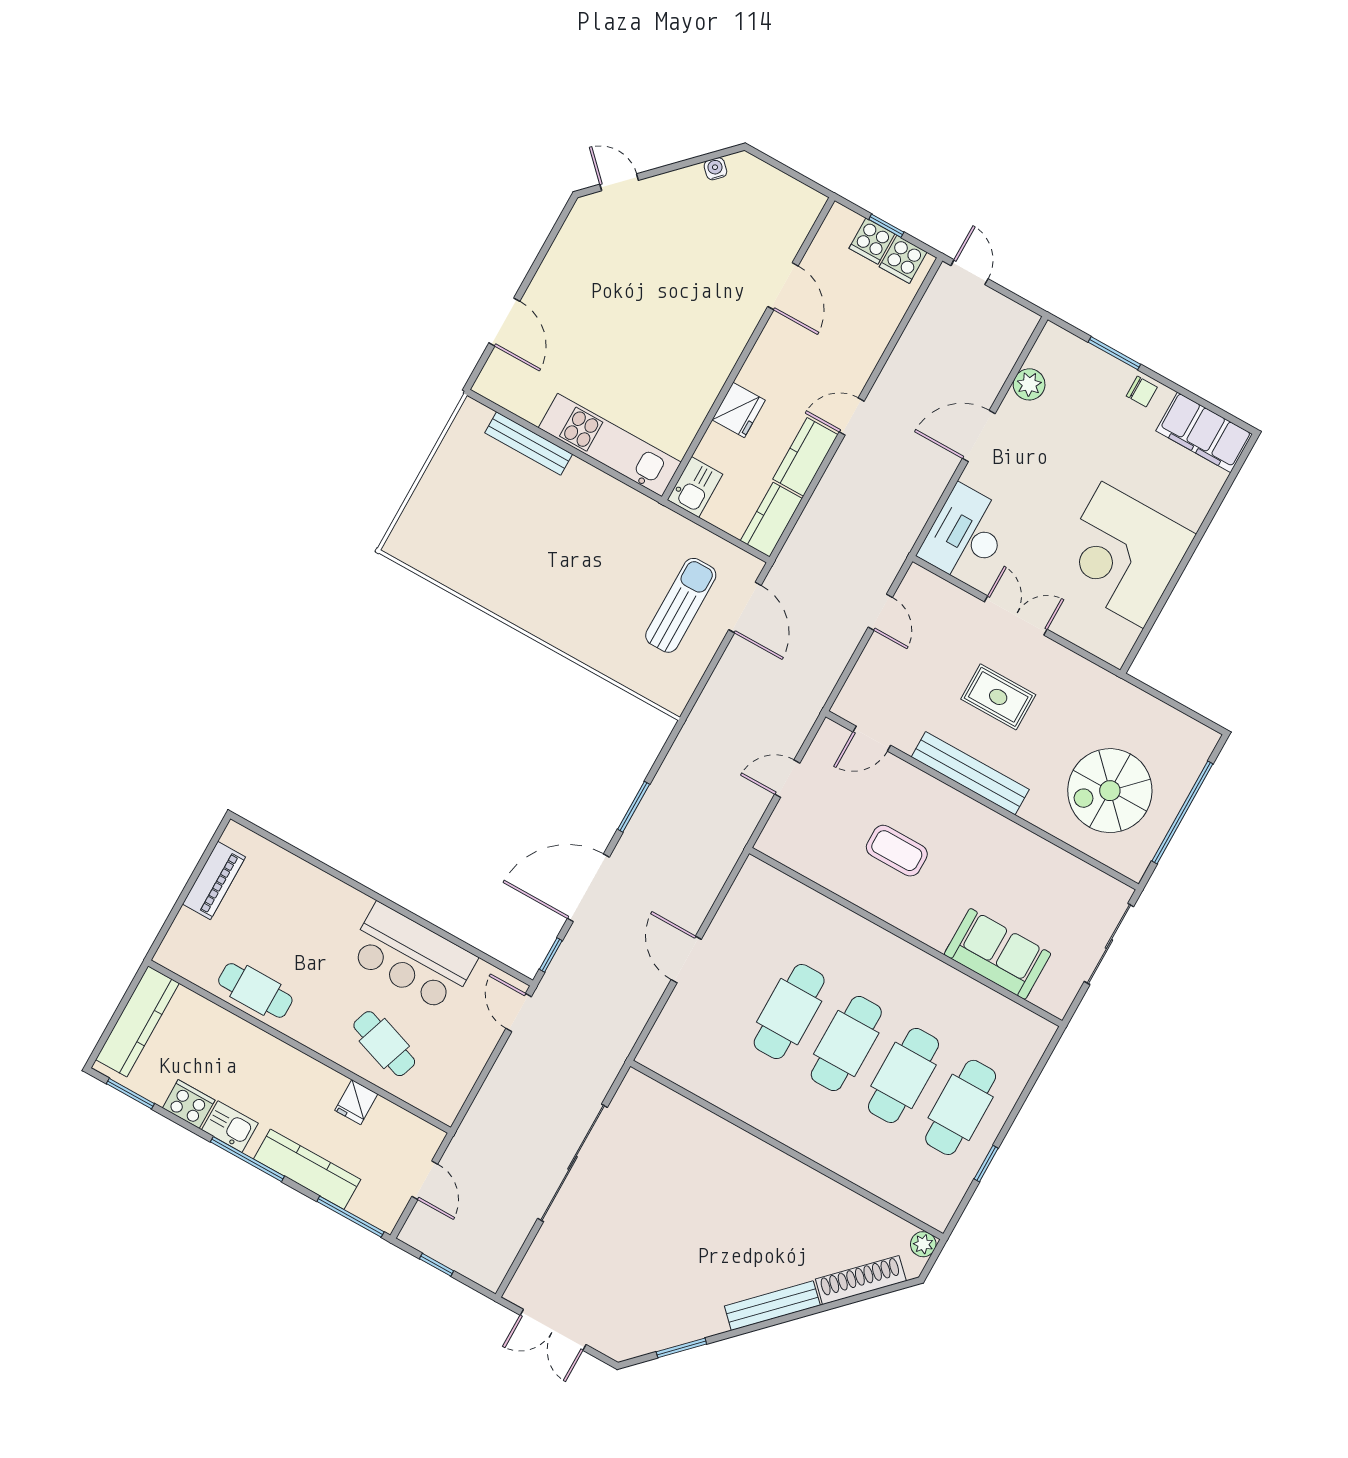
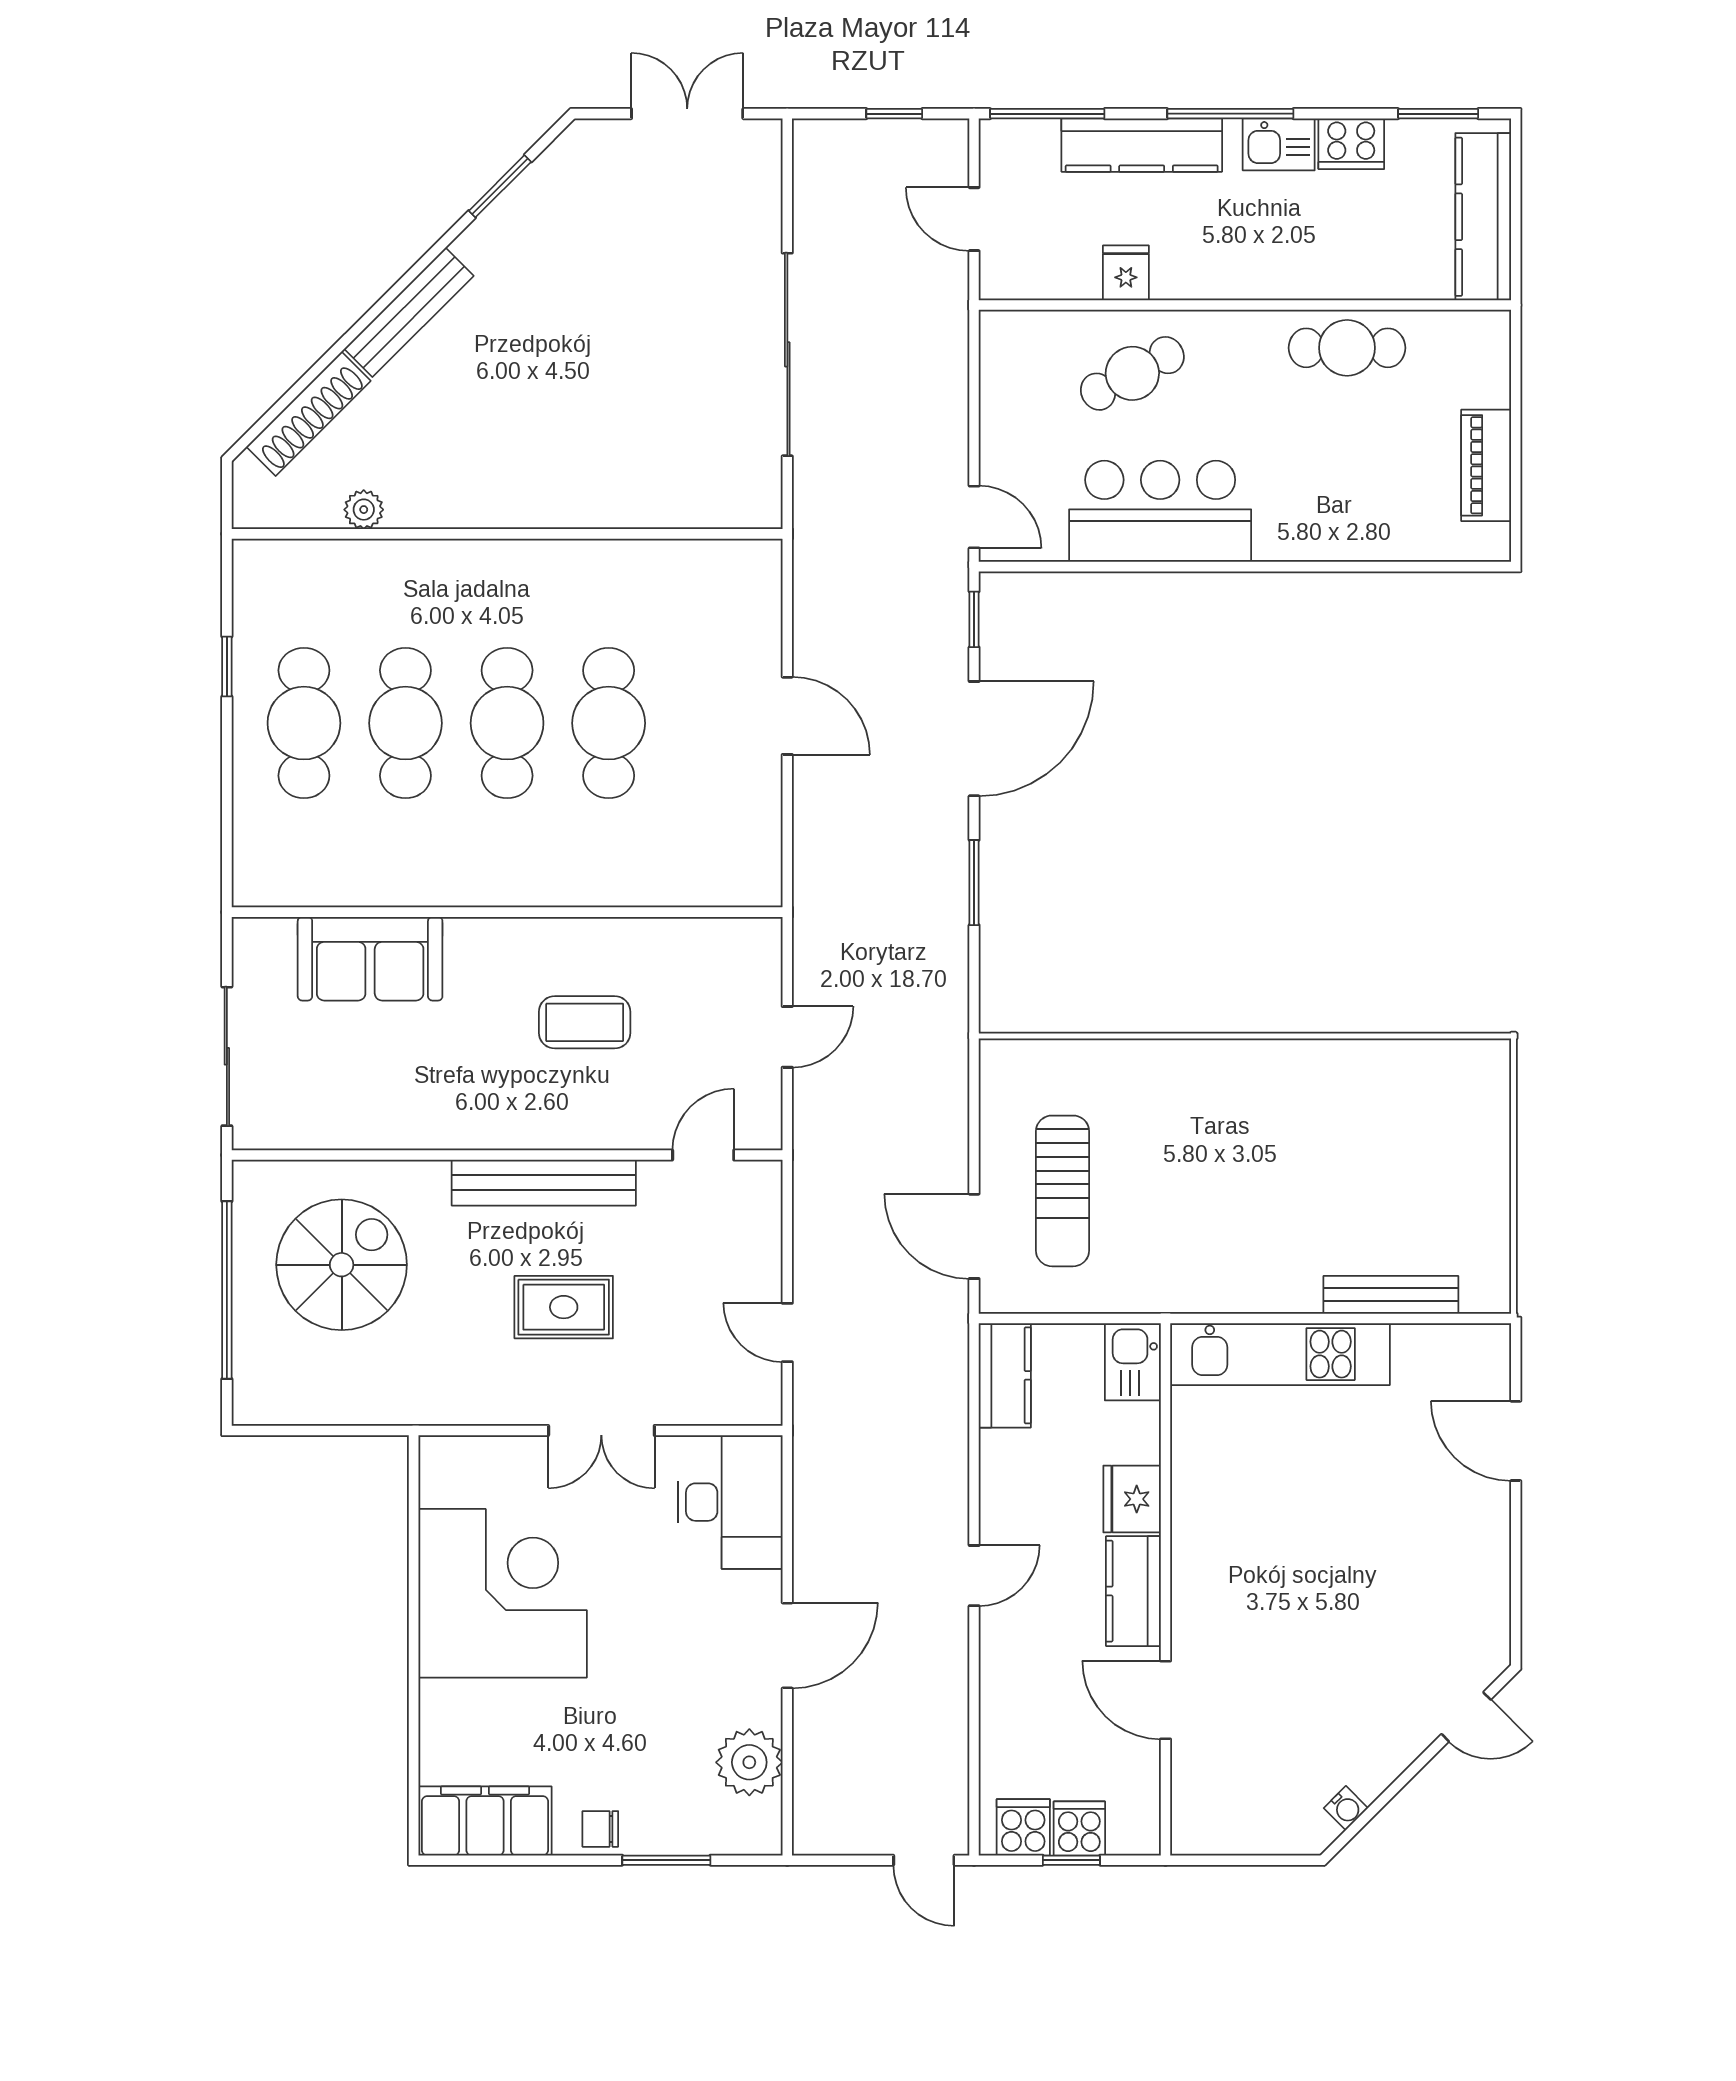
plant: (1029, 384) -> (749, 1762), width x1.36, depth x1.36
kitchen counter: (805, 457) -> (1133, 1591), moved, turned 180
cafe table: (384, 1044) -> (1132, 373), turned -47
plant: (923, 1244) -> (364, 510), moved

